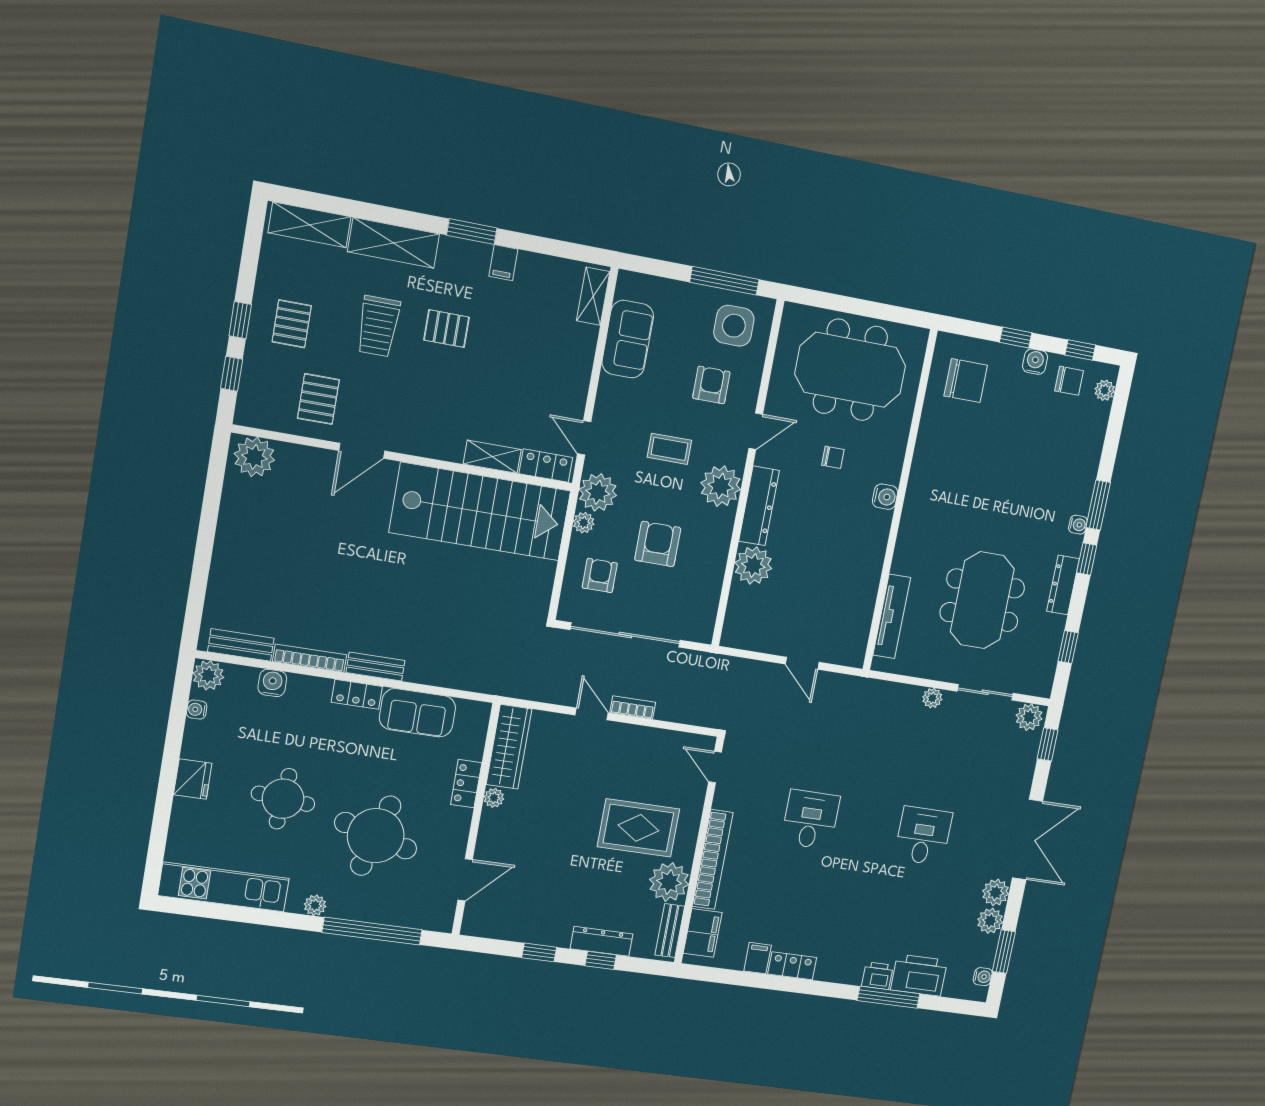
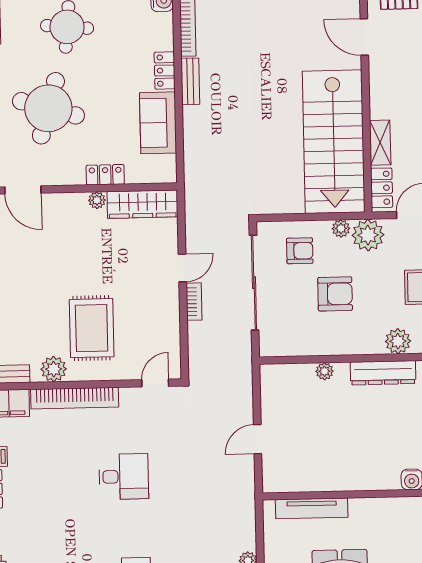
plant: (721, 486) -> (398, 341), width x0.73, depth x0.73
plant: (753, 565) -> (325, 371), width x0.53, depth x0.53
plant: (669, 882) -> (54, 369), width x0.73, depth x0.73

